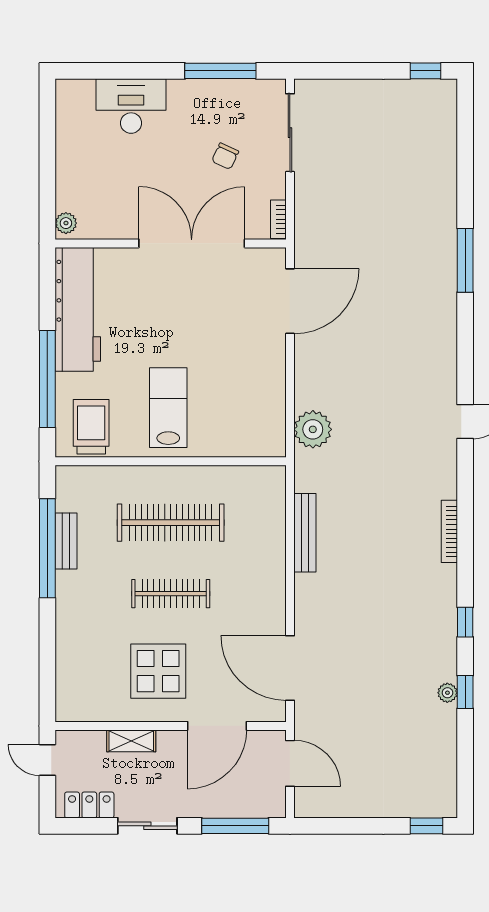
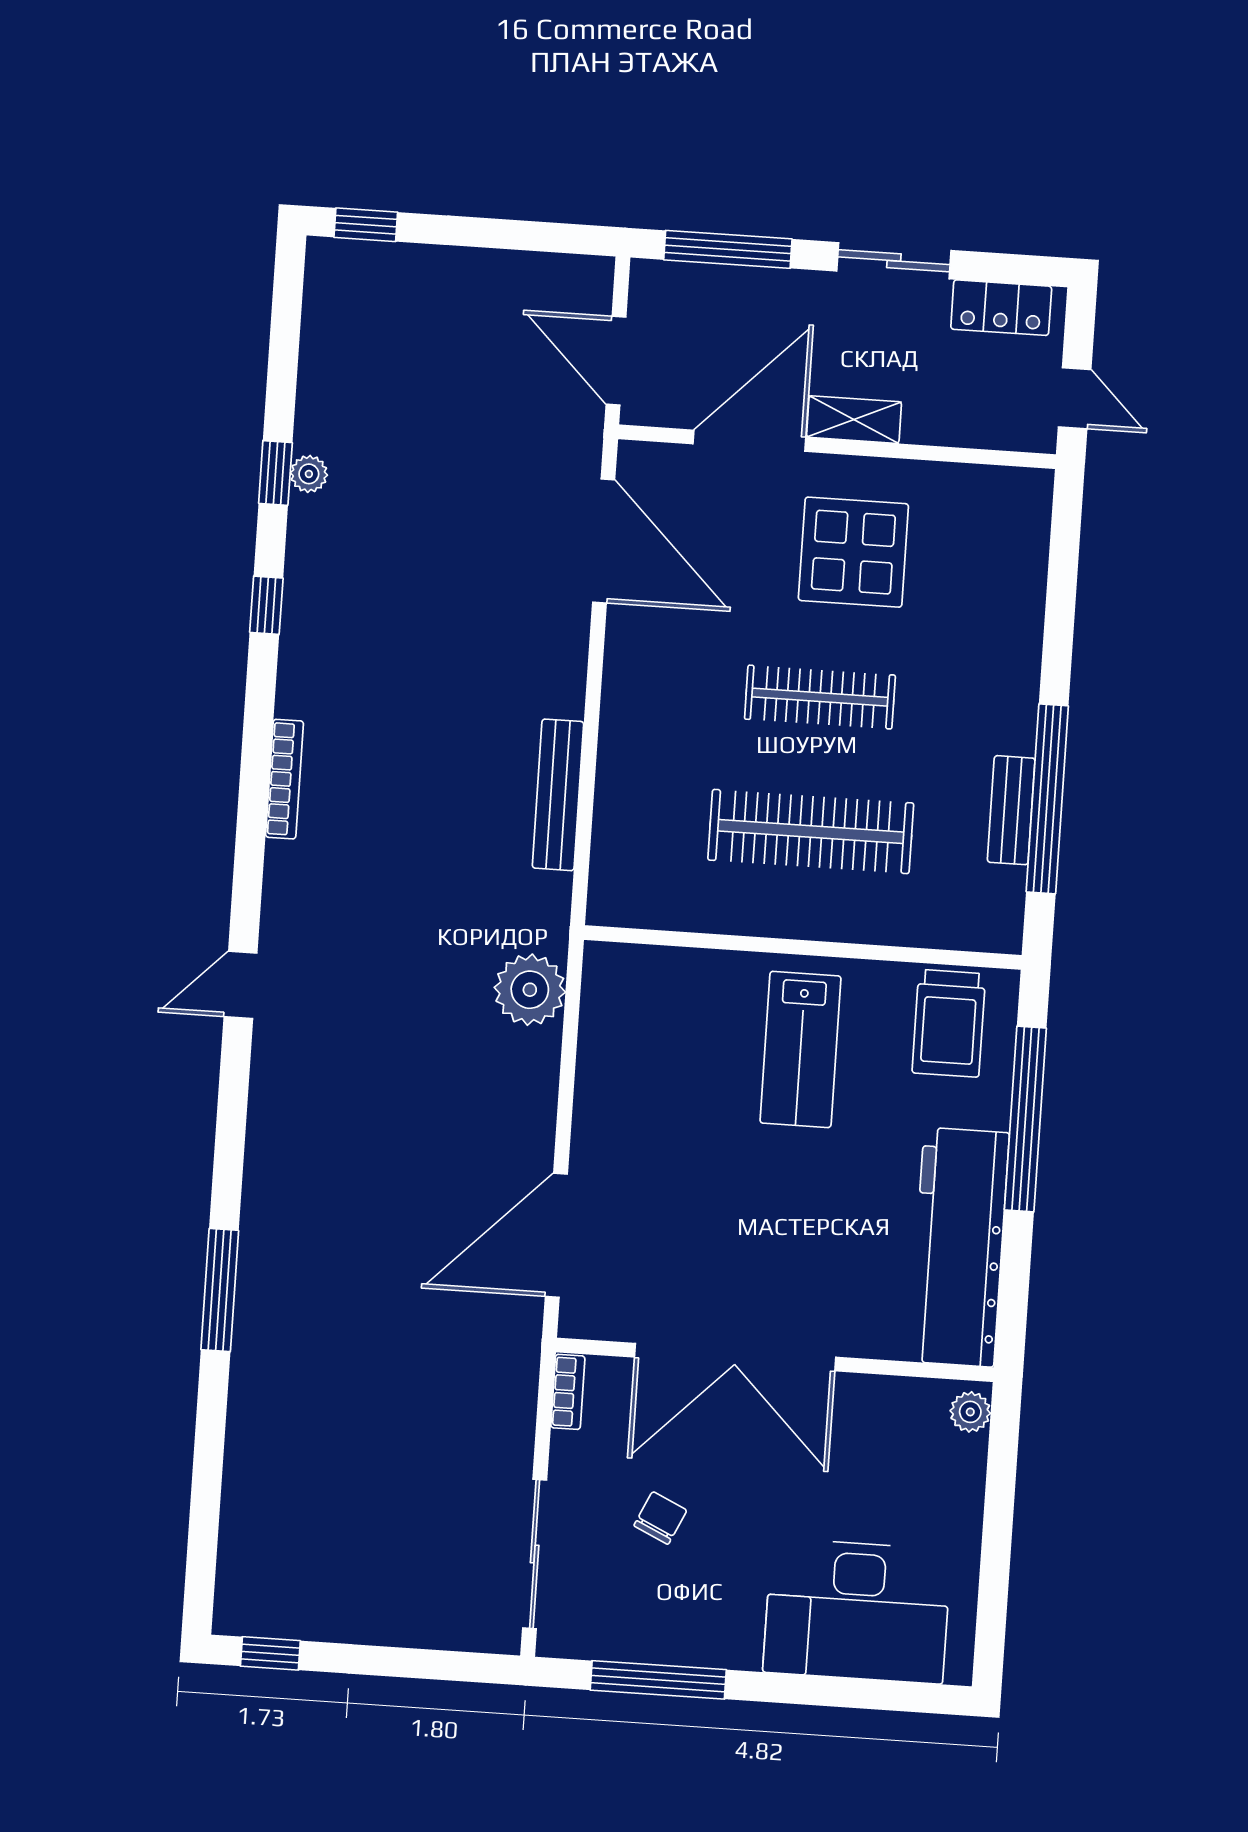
desk: (131, 106) -> (857, 1611), width x1.36, depth x1.30
shelving: (131, 741) -> (854, 420), moved

